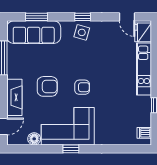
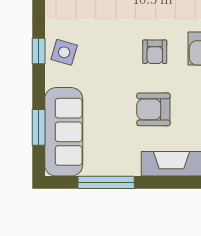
armchair: (47, 86) -> (153, 109), turned -90
armchair: (82, 87) -> (155, 52), turned 180

